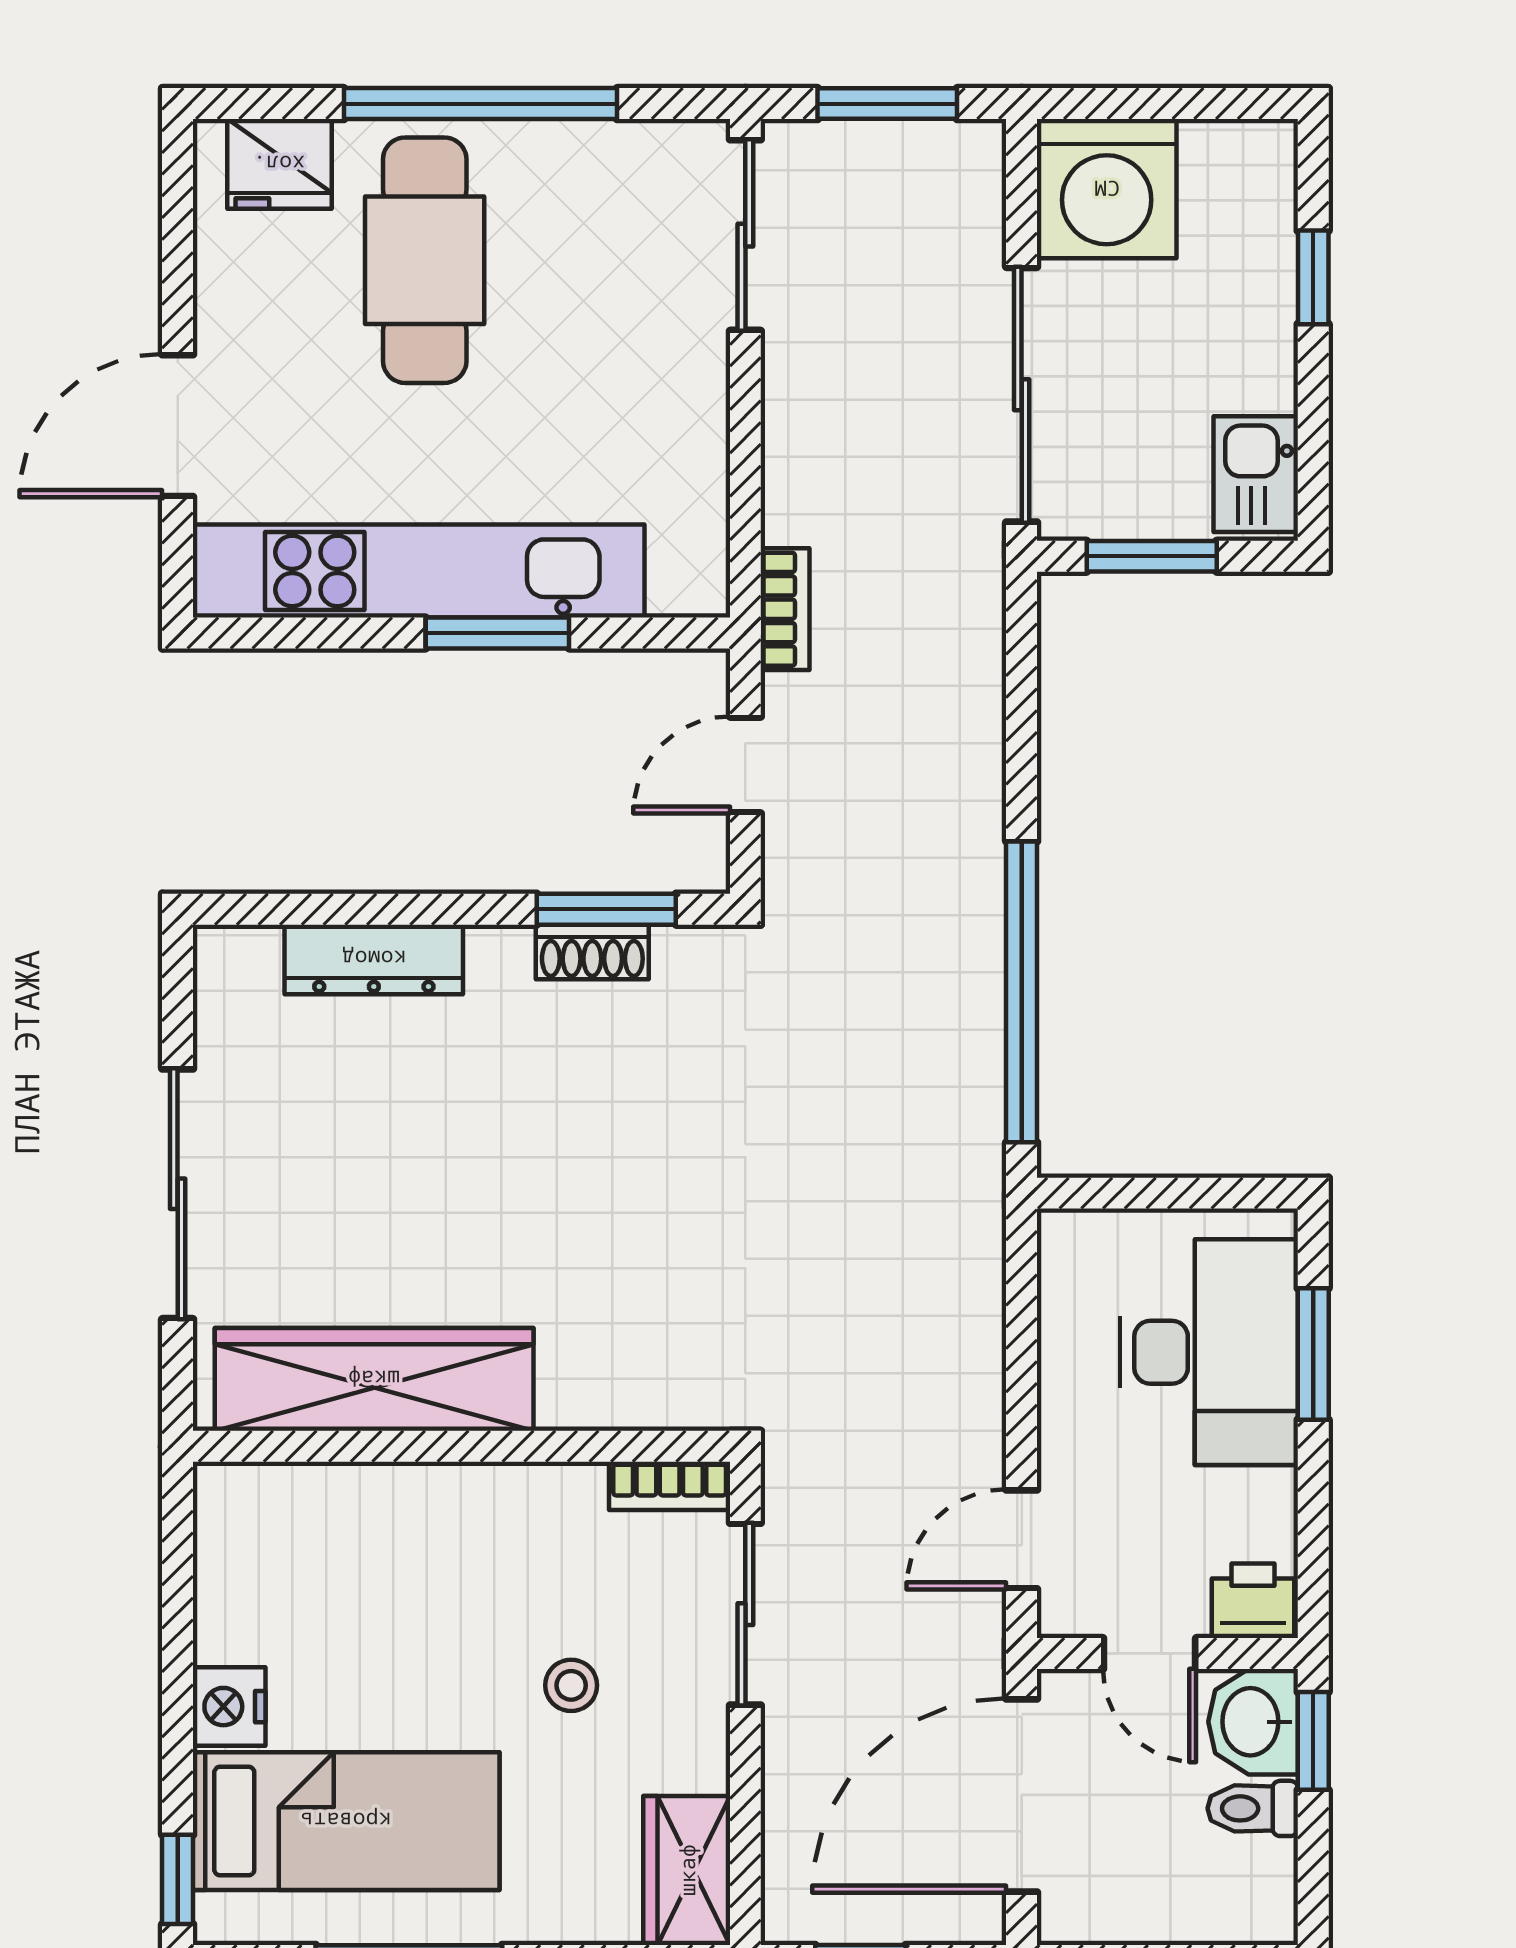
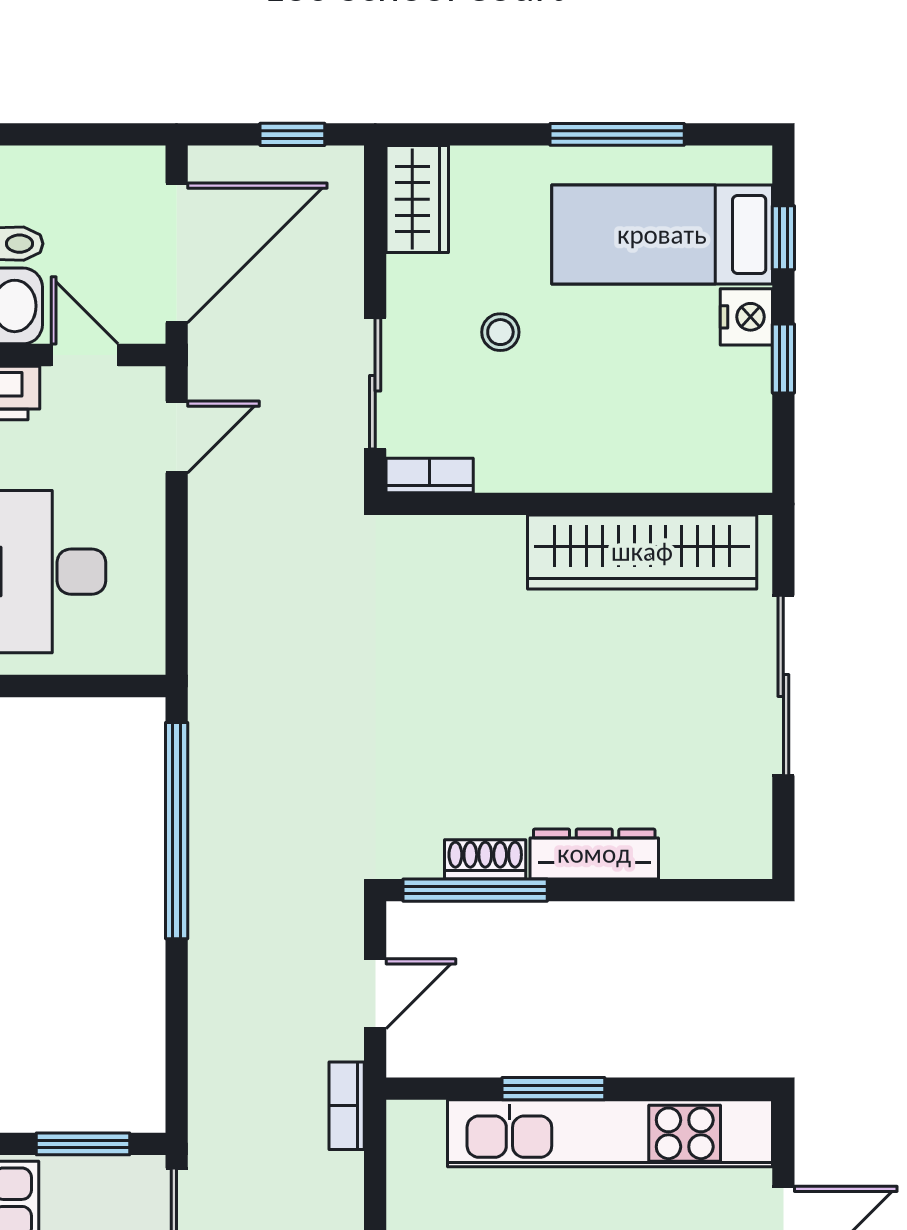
window: (606, 909) -> (475, 890), width x1.44
dresser: (374, 959) -> (594, 854), moved
window: (178, 1649) -> (783, 358), added
window: (178, 1879) -> (783, 238), moved

